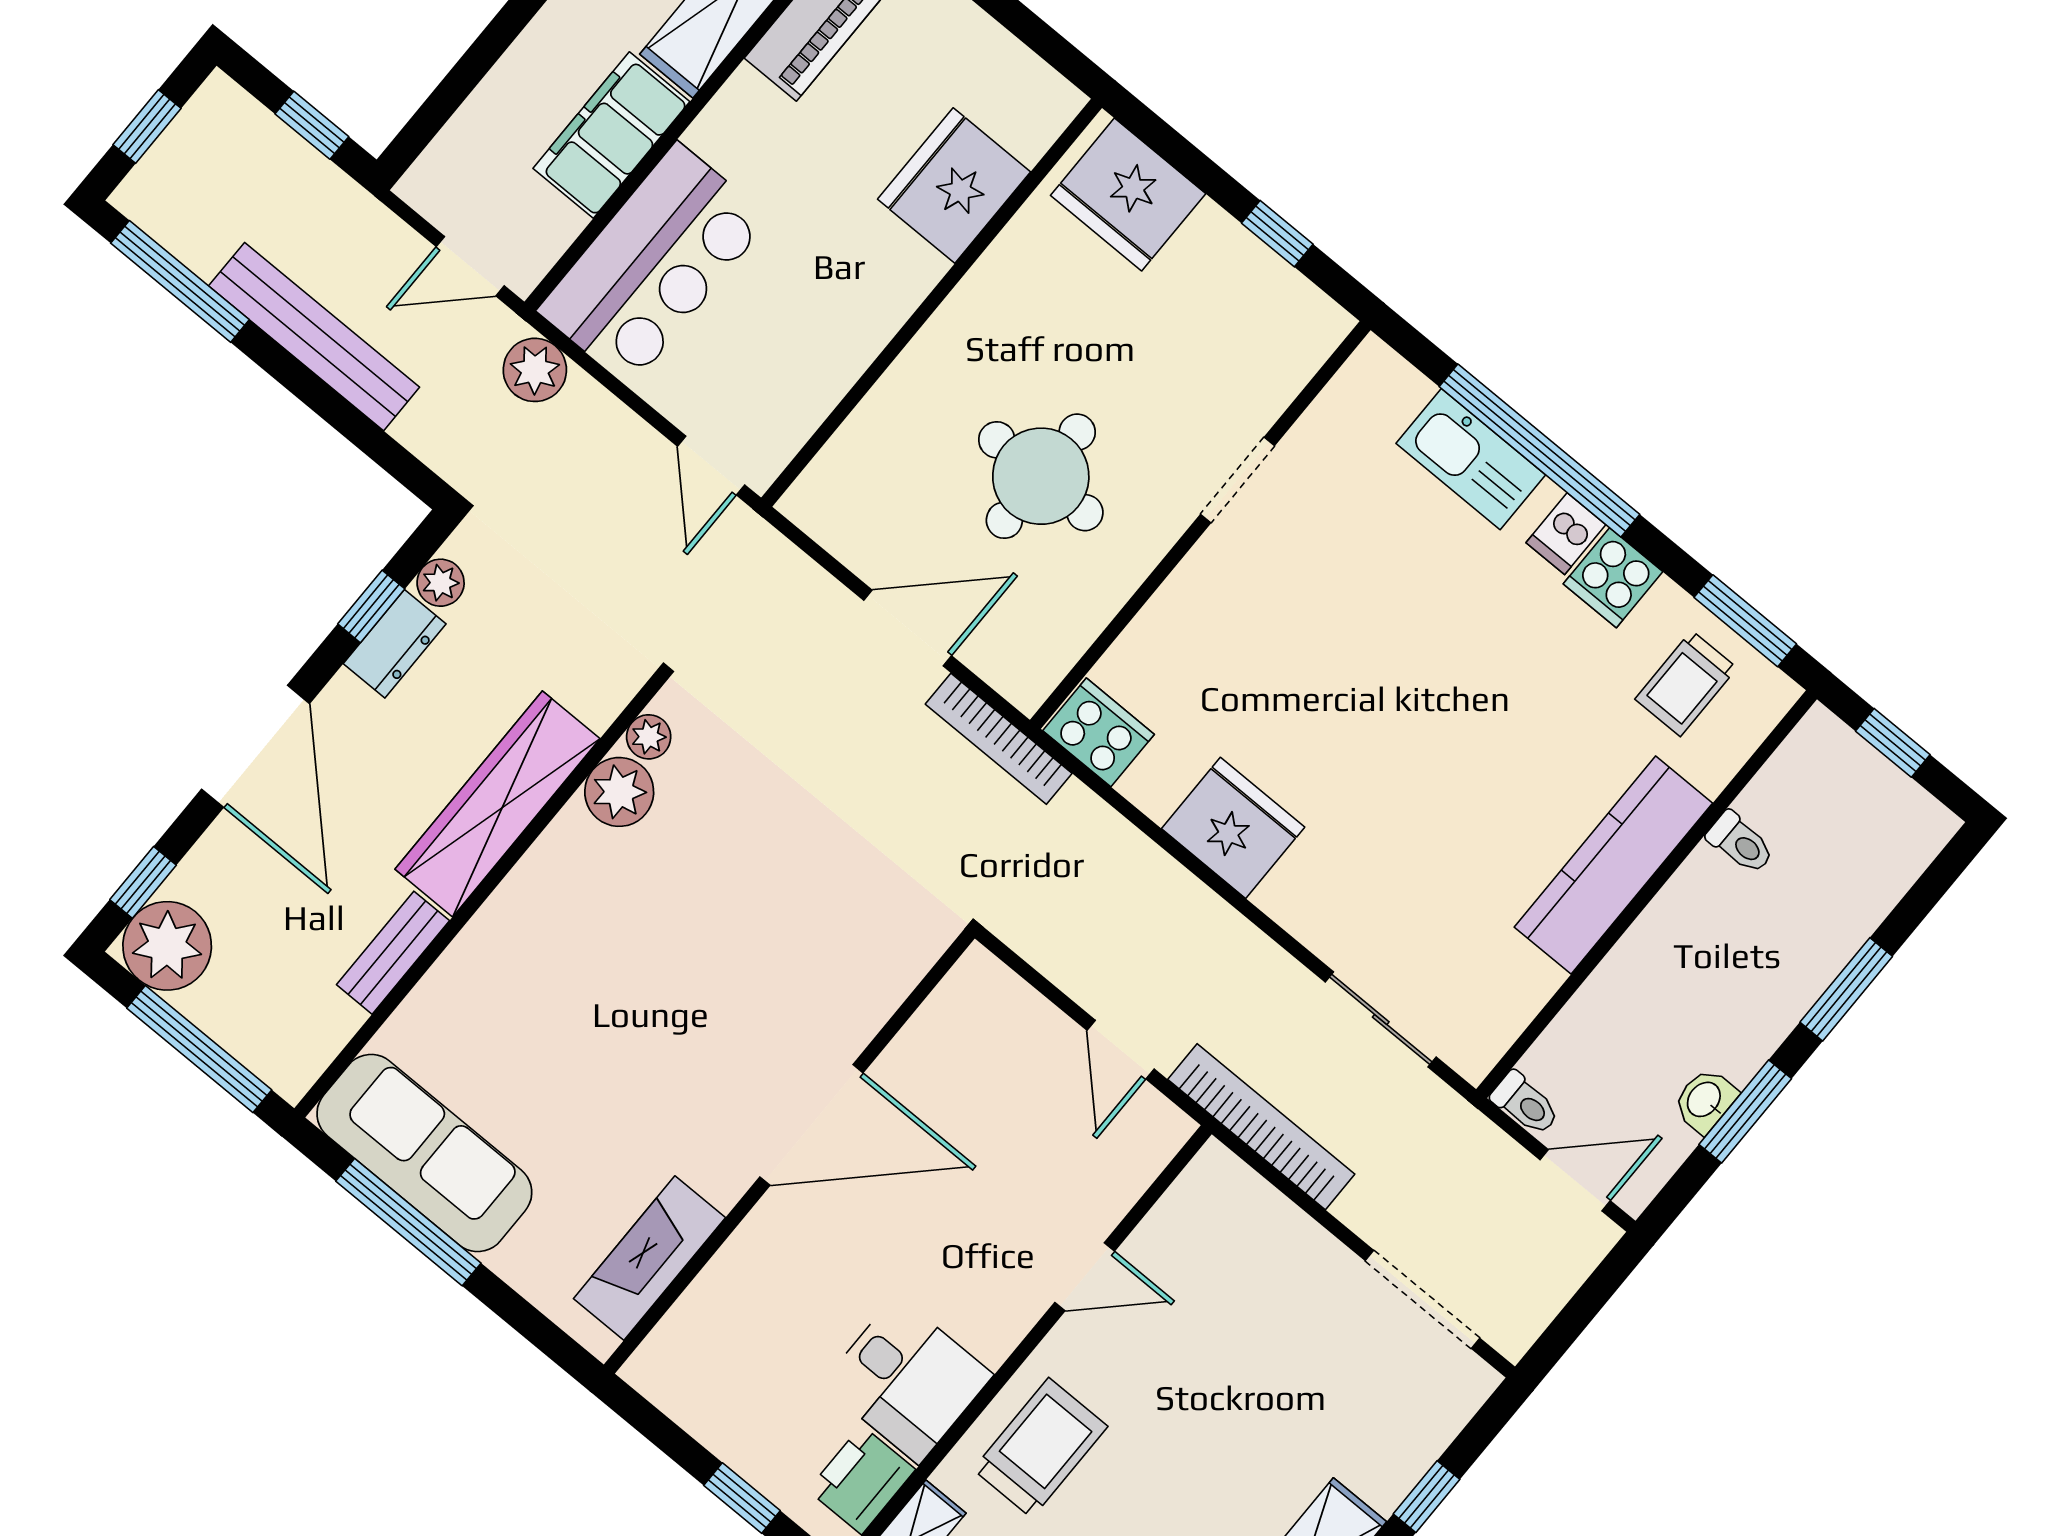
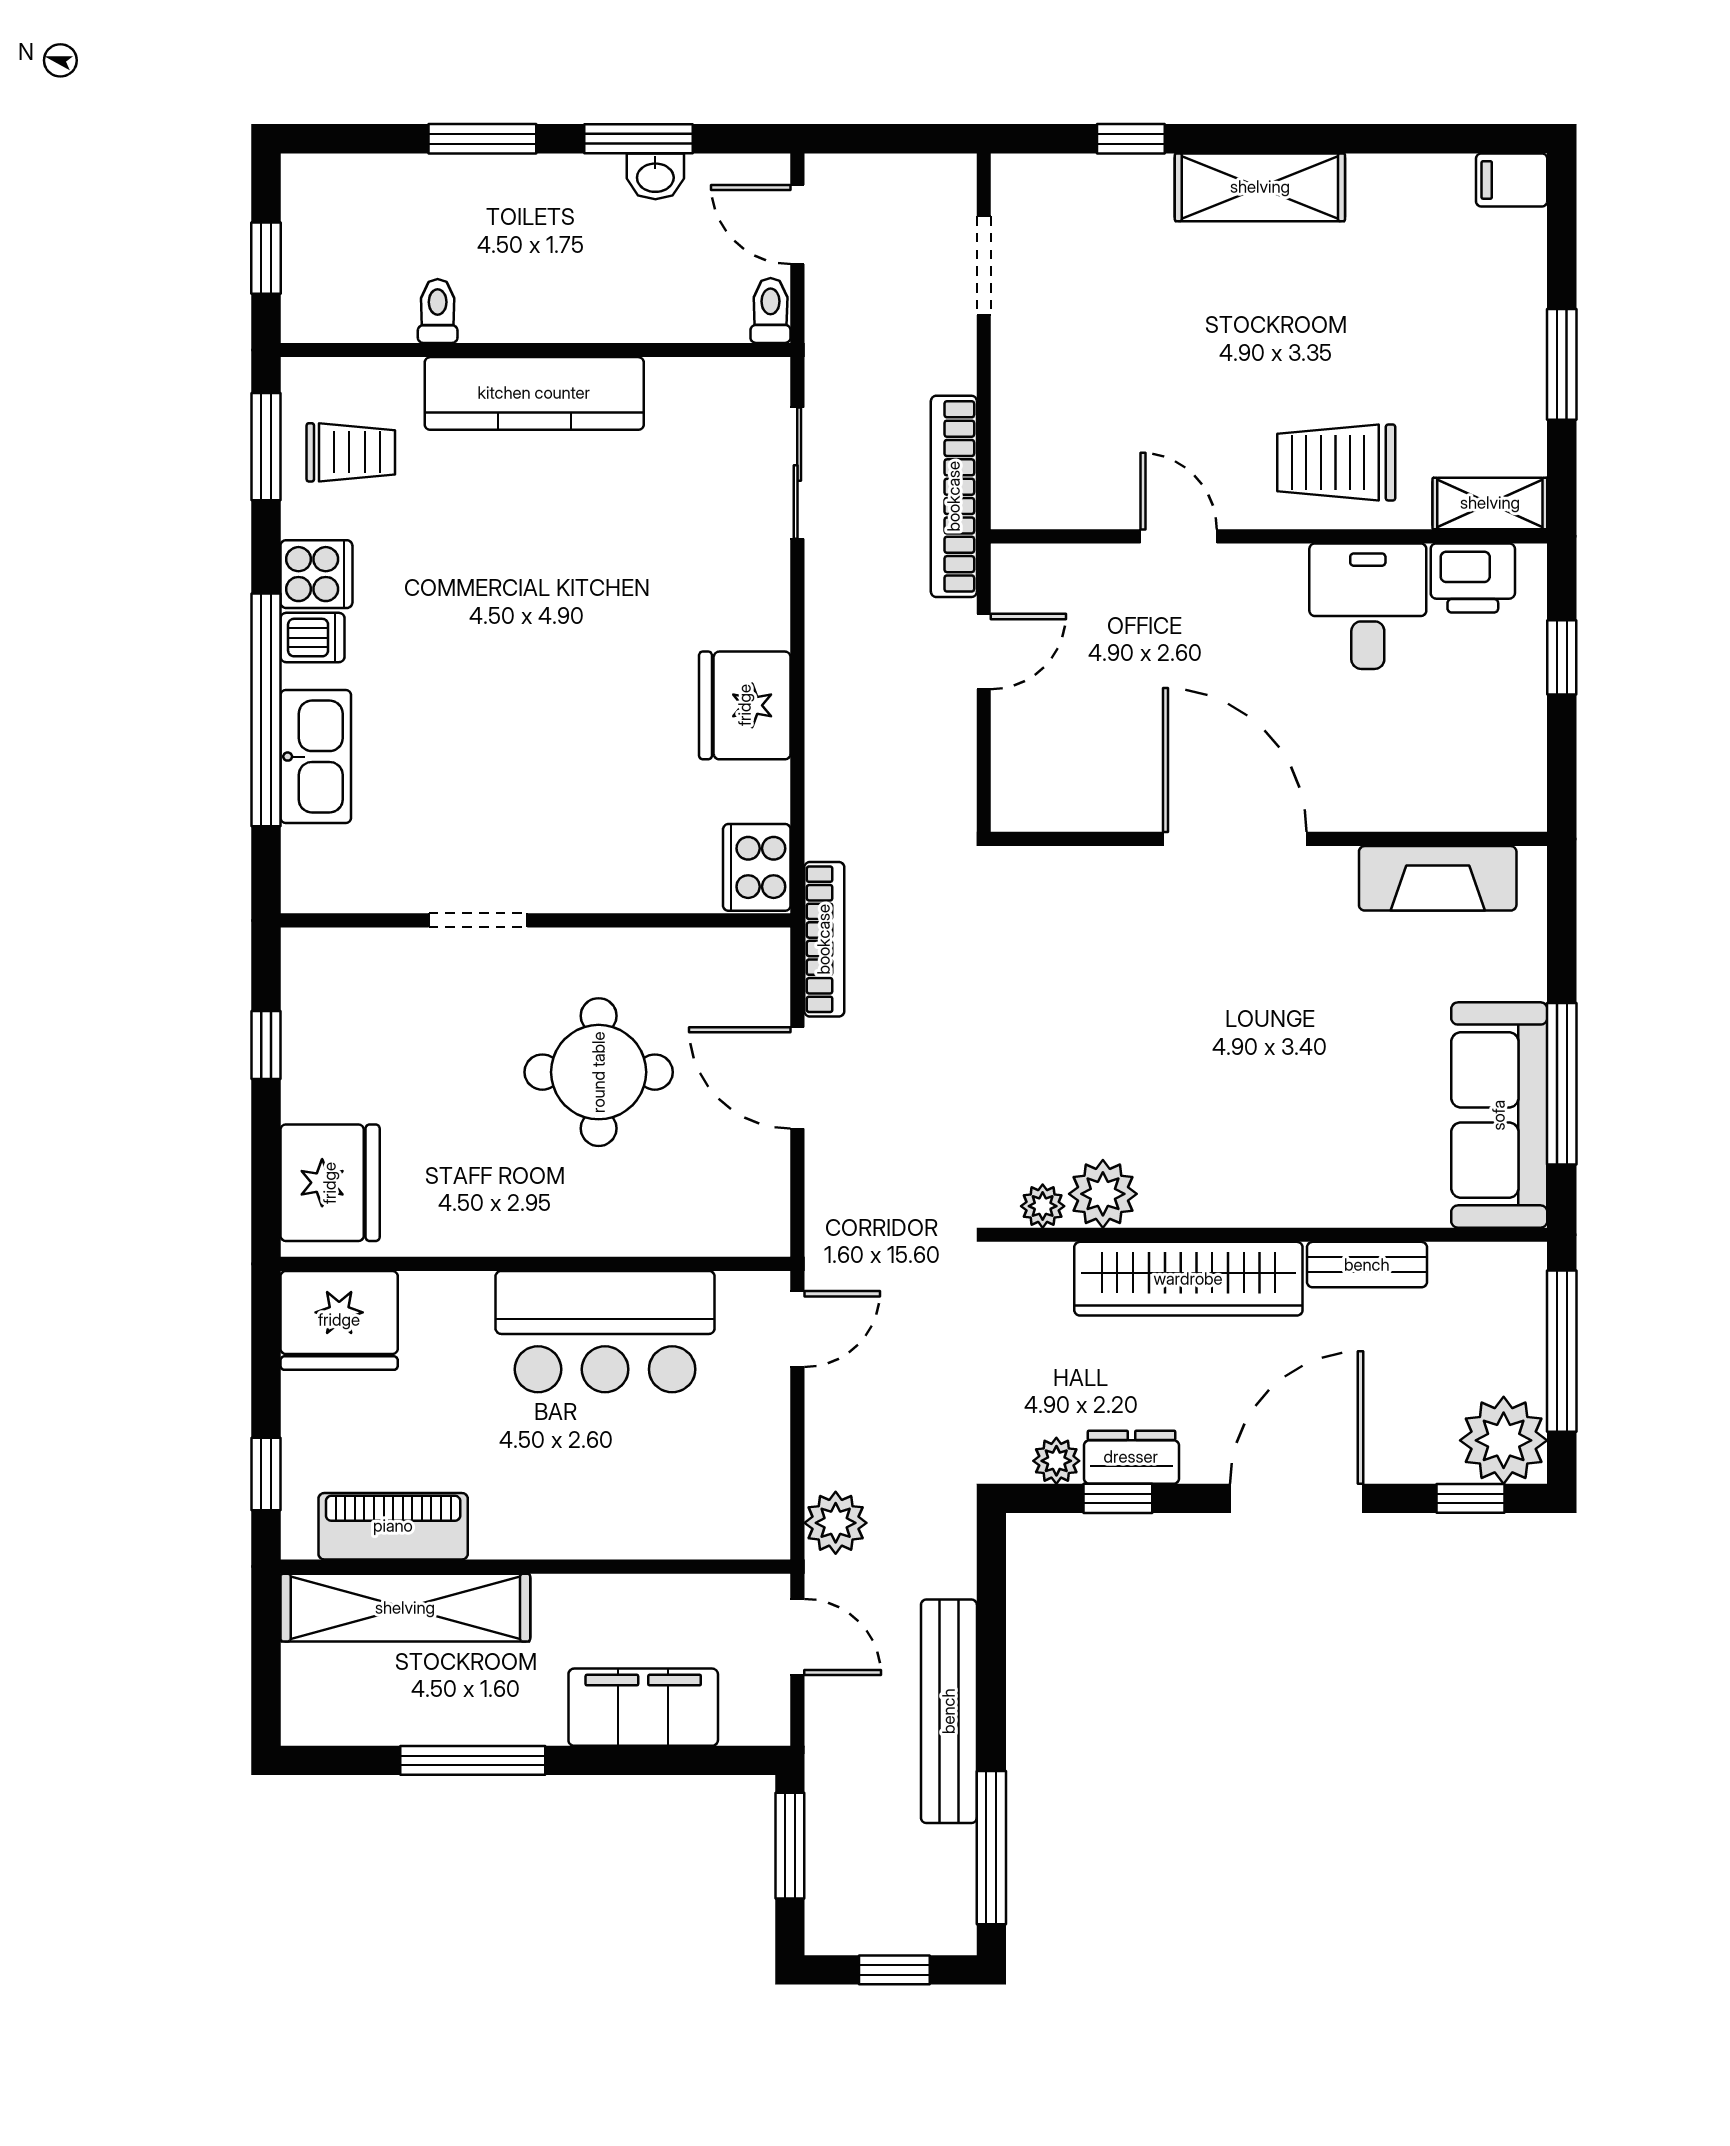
window: (312, 125) -> (790, 1846), width x1.50
filing cabinet: (611, 135) -> (643, 1707), moved, turned 180
fridge: (954, 186) -> (339, 1320), moved
bar counter: (654, 265) -> (605, 1332), moved, turned 180
doorway: (1422, 1299) -> (984, 266), width x0.73

